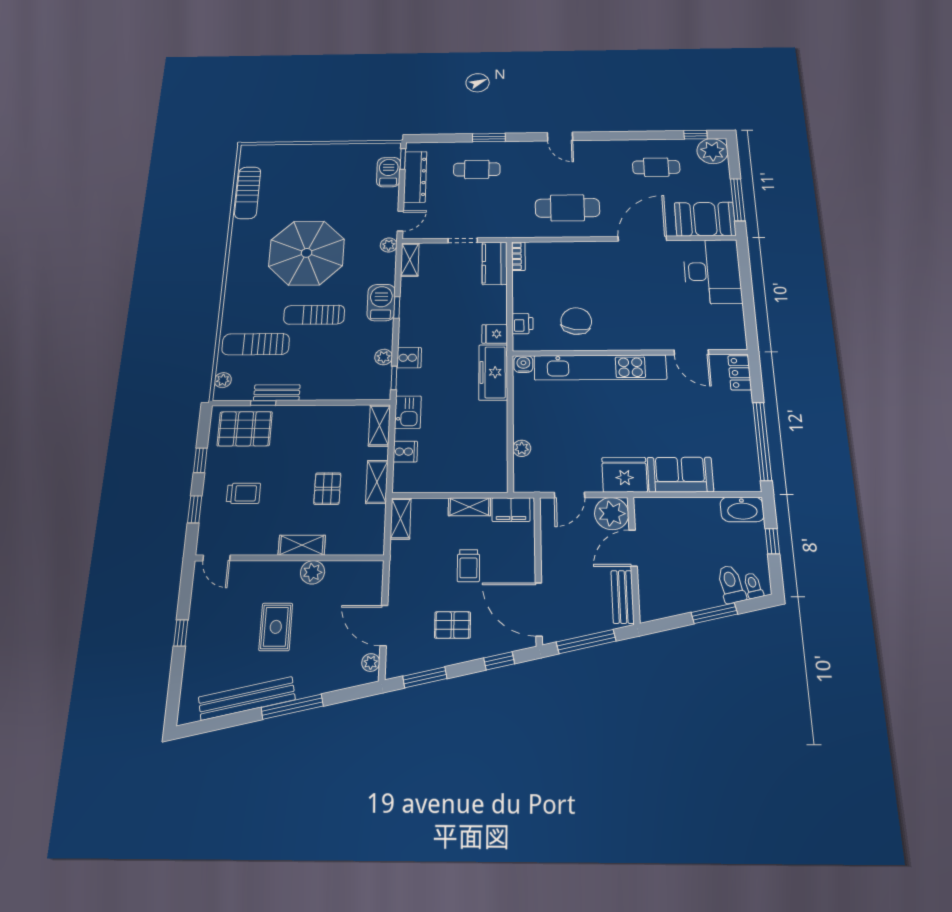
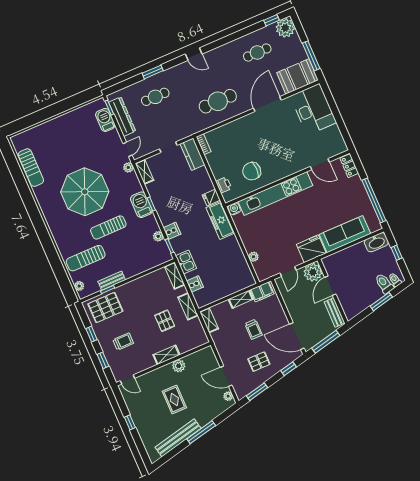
chair: (576, 321) -> (252, 171), turned -99
sofa: (680, 475) -> (345, 234), width x1.36

